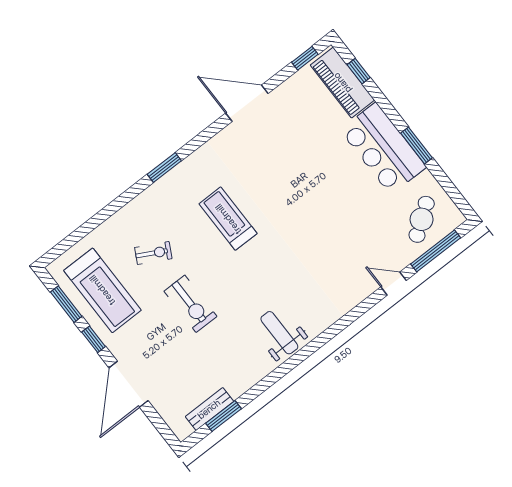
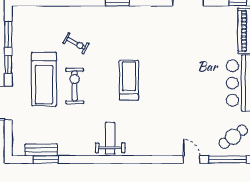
treadmill: (228, 219) -> (129, 80), moved
treadmill: (102, 290) -> (44, 79), moved
exercise bike: (190, 304) -> (75, 86), turned 180

